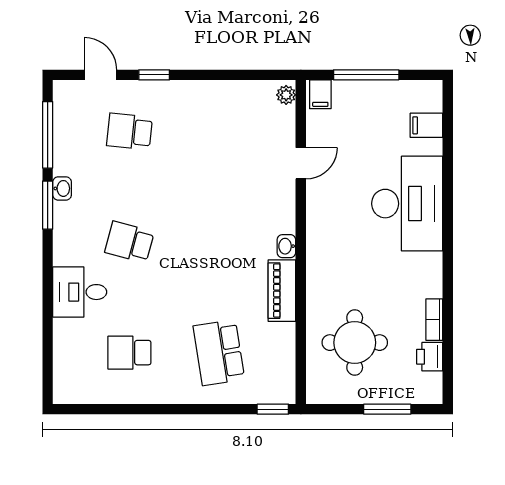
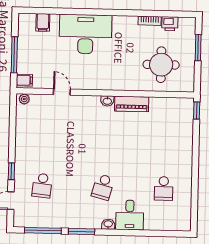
washbasin: (62, 188) -> (108, 224), moved
school desk: (219, 353) -> (165, 139), removed

